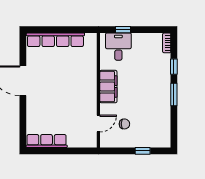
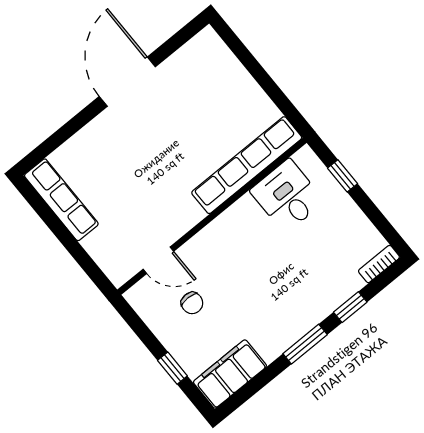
row of seats: (55, 40) -> (247, 165), moved, turned 90
desk: (118, 47) -> (287, 196), moved, turned -90
filing cabinet: (108, 87) -> (230, 374), moved, turned 180

